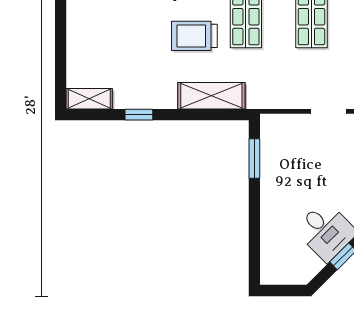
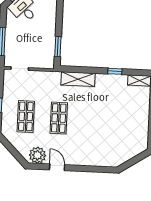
trolley: (194, 36) -> (85, 110), removed

